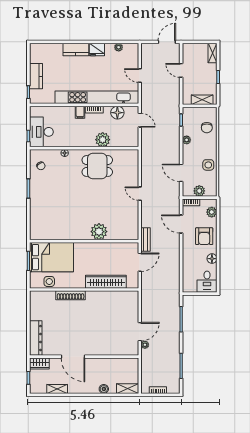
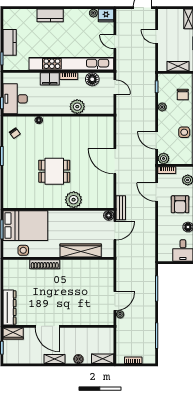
fridge: (97, 50) -> (106, 15), moved
filing cabinet: (80, 112) -> (50, 79), width x2.00
dining table: (97, 166) -> (54, 171), moved
plant: (199, 191) -> (164, 158), moved
door: (140, 194) -> (115, 161), width x1.87
floor lamp: (134, 247) -> (109, 215), added
shelving: (57, 389) -> (55, 359), moved

